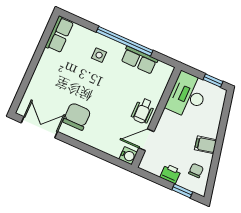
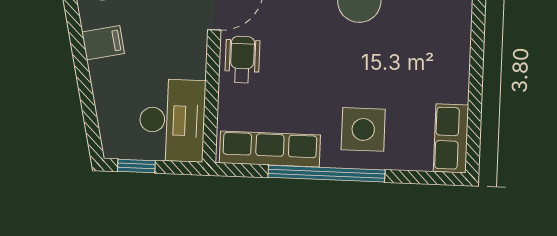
side table: (99, 55) -> (363, 129), width x1.87, depth x1.87
row of seats: (139, 60) -> (270, 149), width x1.48

